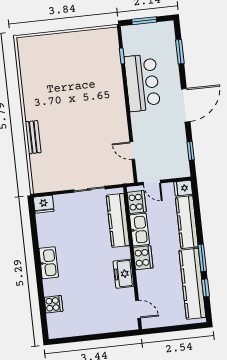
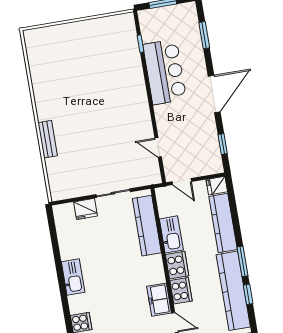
cooker: (137, 202) -> (181, 291), moved
fridge: (44, 204) -> (85, 209), moved
freezer: (123, 274) -> (159, 300), moved

